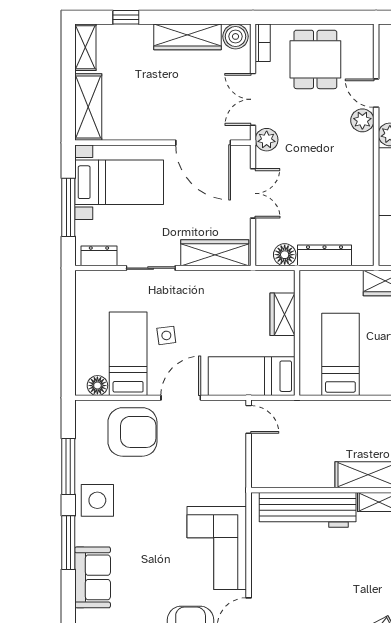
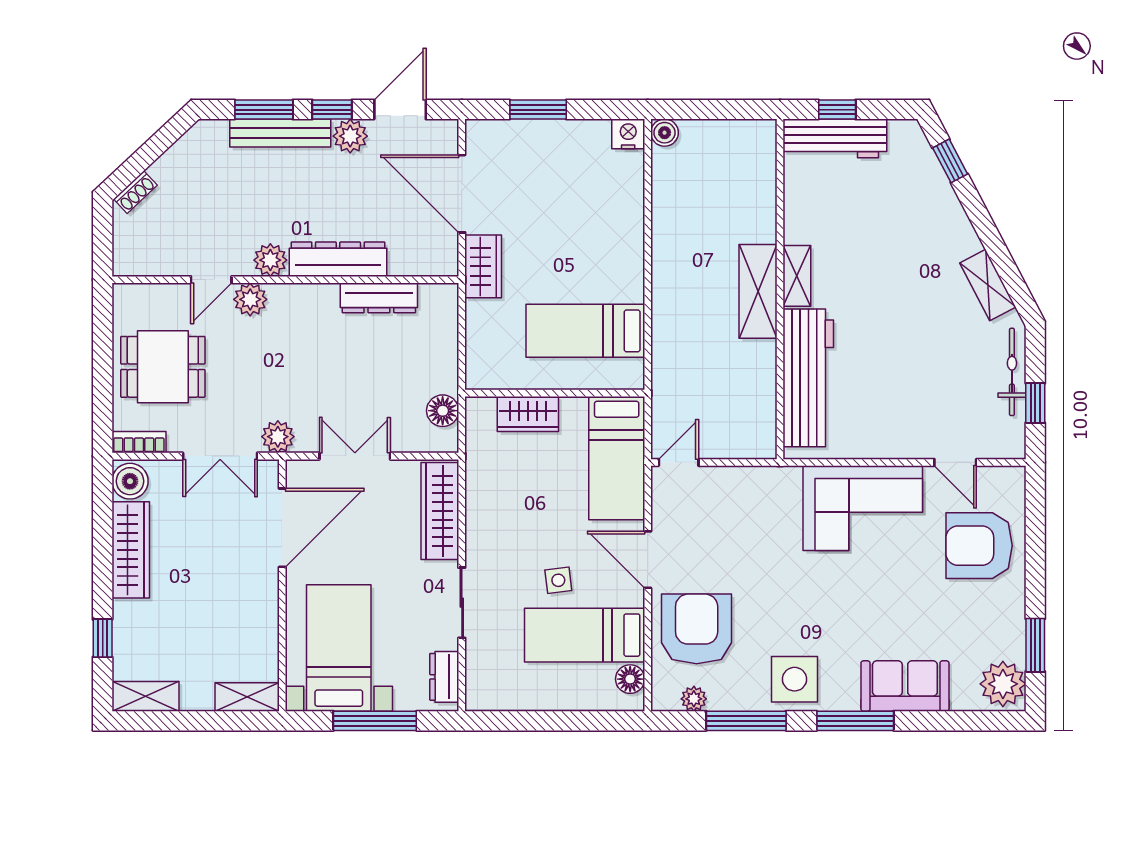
shelving: (88, 107) -> (247, 697), width x0.67, depth x0.75
dresser: (324, 255) -> (379, 298), moved, turned -90
plant: (84, 430) -> (694, 699), added

